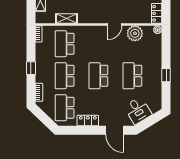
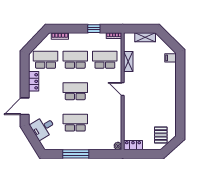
door: (115, 24) -> (123, 89), moved
plant: (135, 33) -> (114, 125), removed
window: (31, 68) -> (94, 29), moved
window: (166, 75) -> (76, 154), width x2.17

